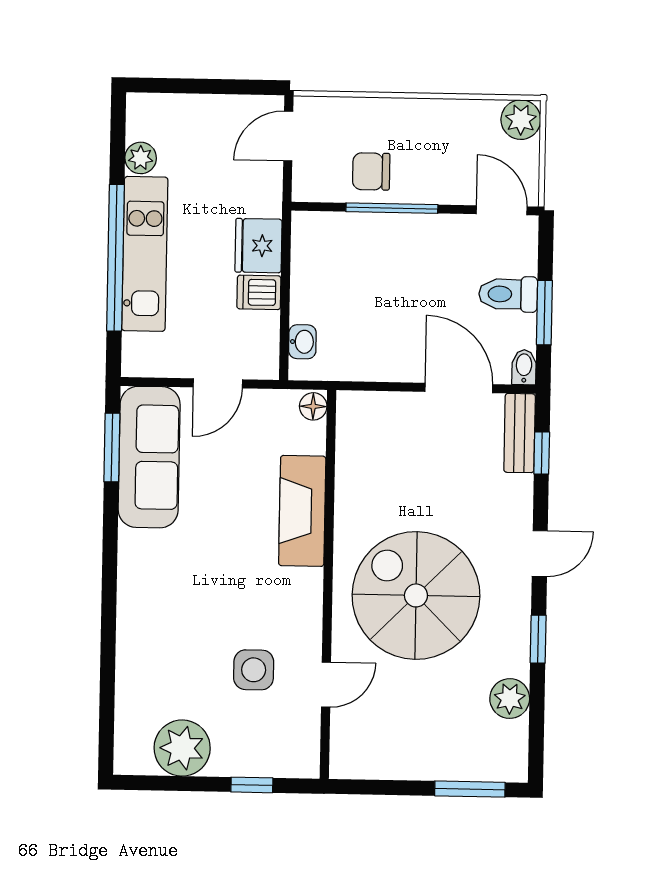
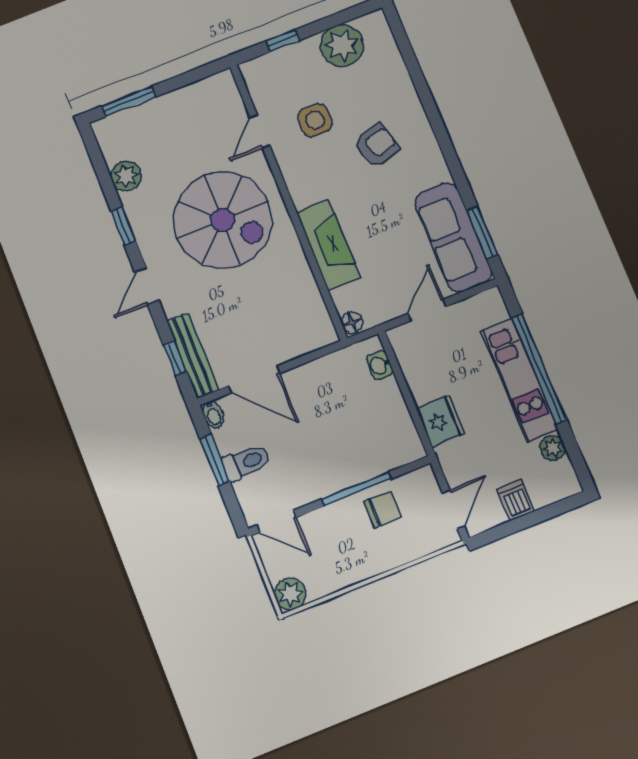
dishwasher: (259, 292) -> (516, 500), moved, turned -90
bench: (520, 433) -> (193, 356), width x1.36
armchair: (193, 608) -> (376, 145), added

